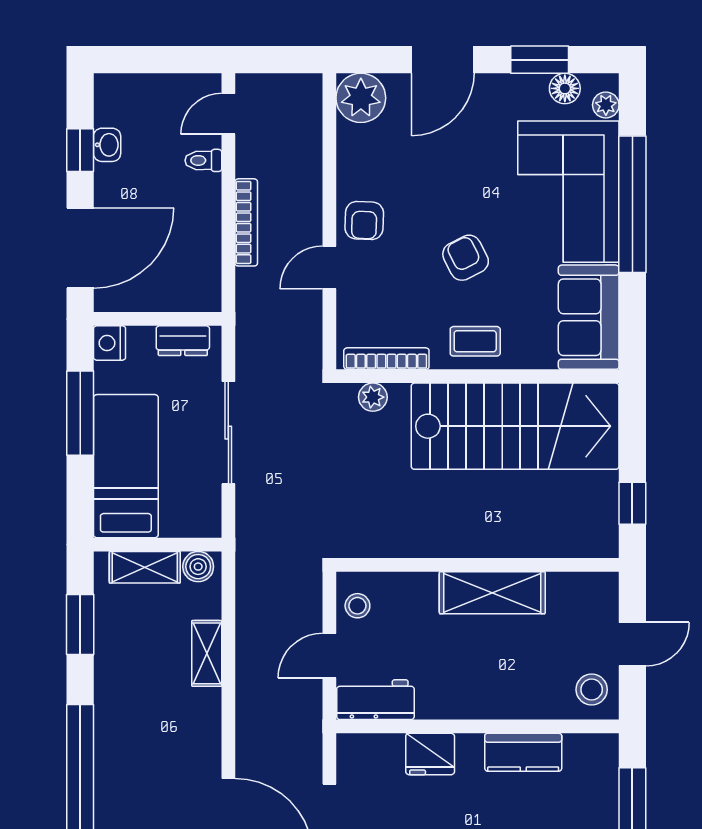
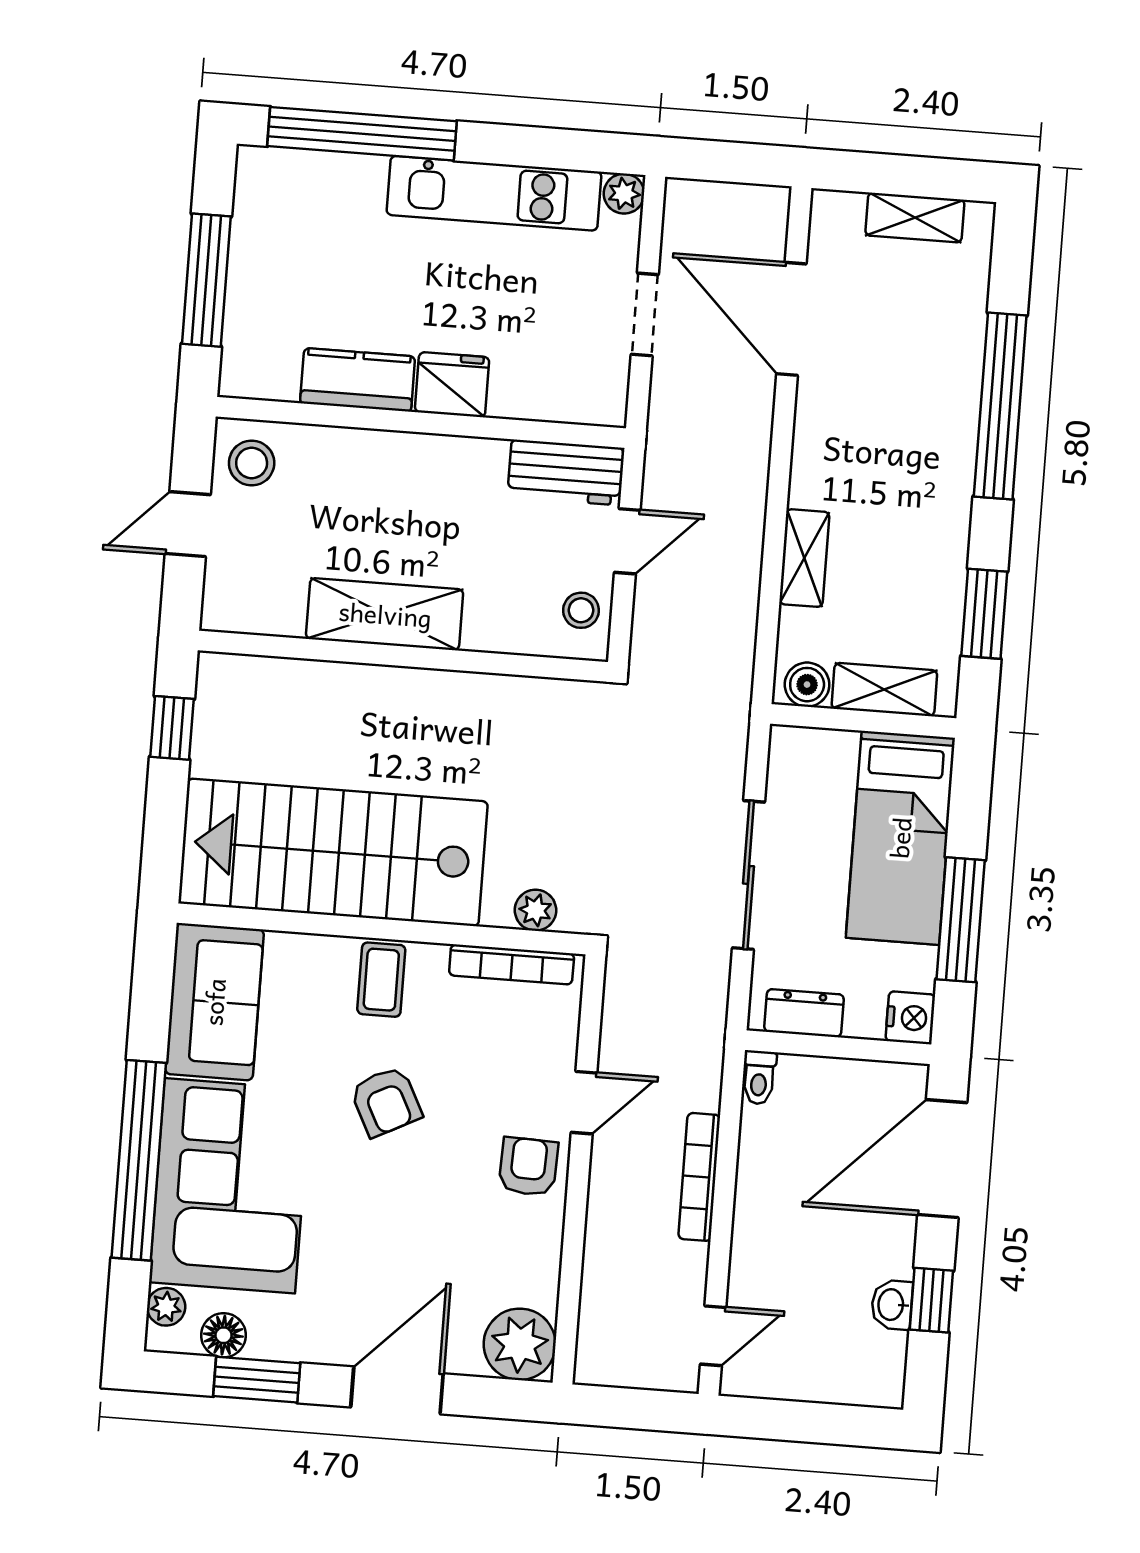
toilet: (203, 160) -> (759, 1077), moved, turned 90
coffee table: (475, 341) -> (381, 980), turned 90
fridge: (430, 754) -> (452, 385), moved

